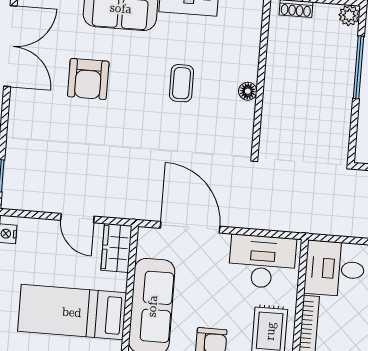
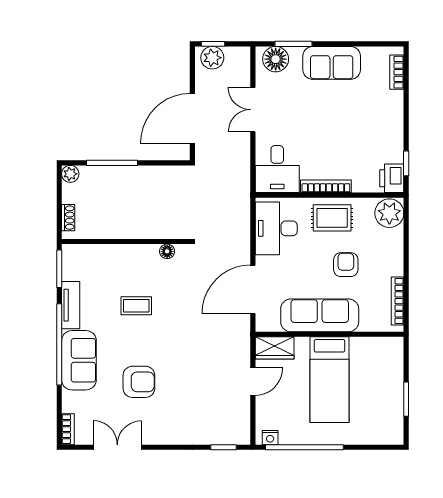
double door: (10, 46) -> (117, 447), width x0.73
floor lamp: (248, 91) -> (167, 251), moved

